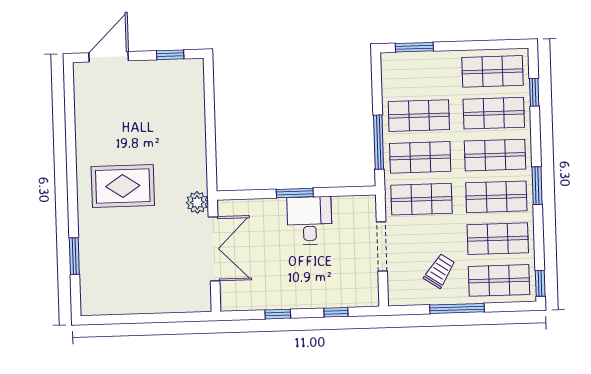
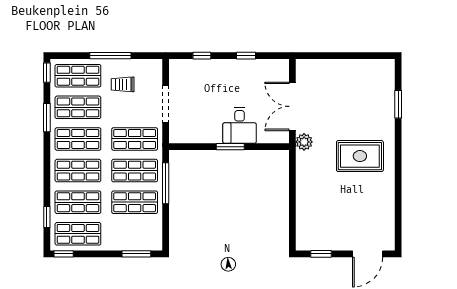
window: (511, 44) -> (64, 254), added
window: (537, 186) -> (47, 118), moved
desk: (310, 221) -> (240, 126), moved
trolley: (440, 271) -> (123, 84), turned 56

